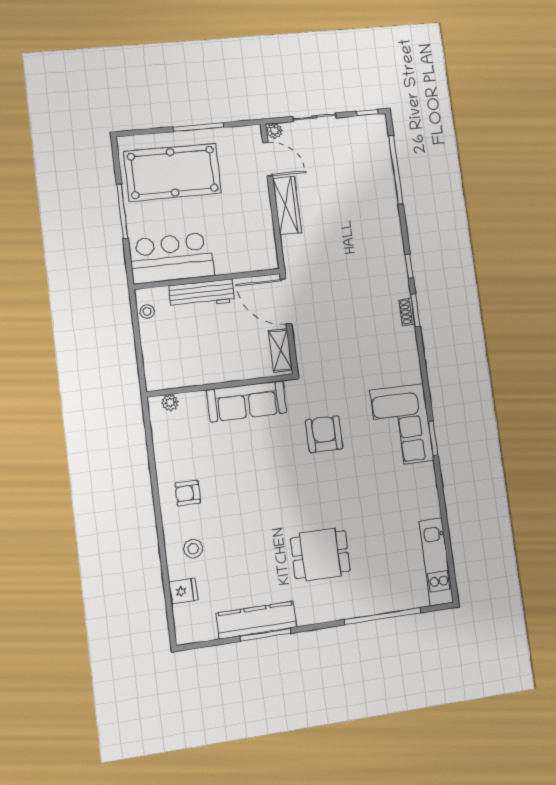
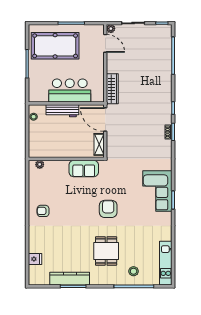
wardrobe: (287, 206) -> (112, 89), moved
bar counter: (172, 258) -> (70, 90), moved
sofa: (247, 401) -> (84, 169), width x0.73
armchair: (324, 434) -> (108, 209), moved
stool: (193, 549) -> (134, 271), moved
dining table: (320, 555) -> (106, 251), turned 90

